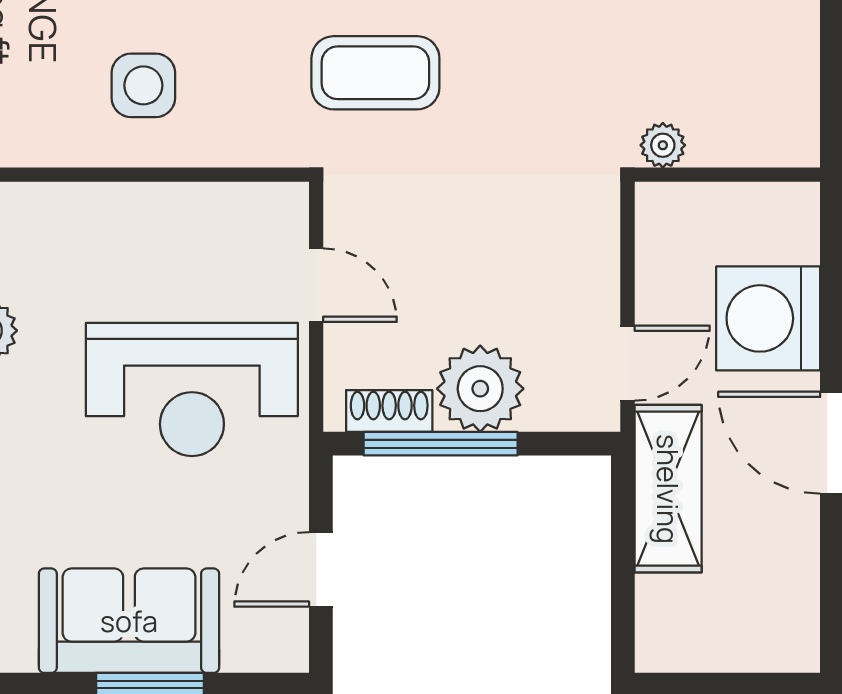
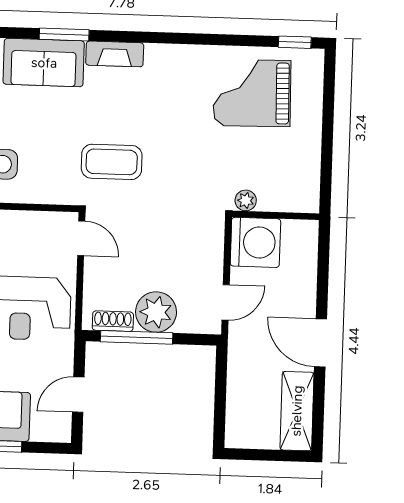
door: (316, 285) -> (81, 238), moved
washing machine: (768, 318) -> (255, 242), moved, turned 180
shelving: (668, 489) -> (297, 411), moved

